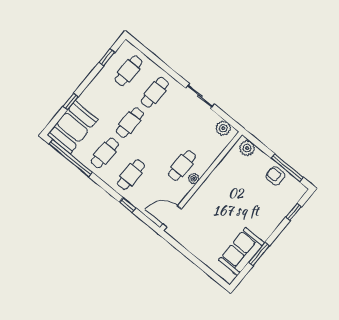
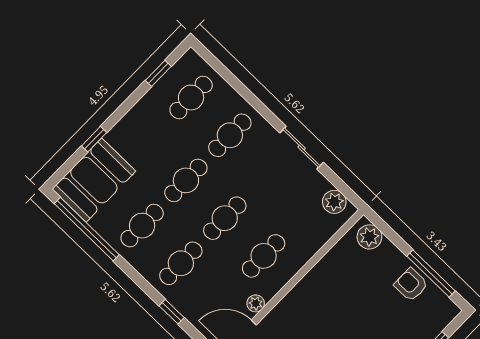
cafe table: (156, 144) -> (225, 218), added
plant: (194, 178) -> (256, 303), moved

